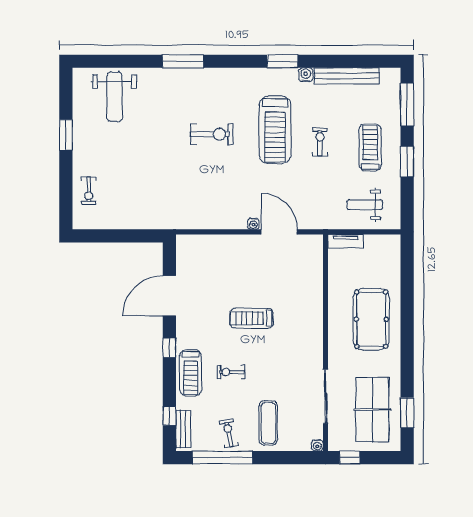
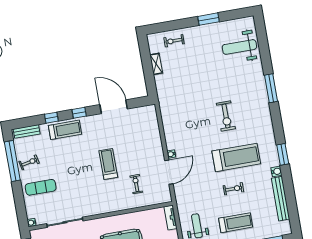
treadmill: (275, 130) -> (236, 157), turned 180
shelving: (118, 223) -> (156, 64), added
exercise bike: (231, 372) -> (136, 184), moved
treadmill: (191, 373) -> (65, 130), turned 180
window: (169, 416) -> (51, 118), moved

